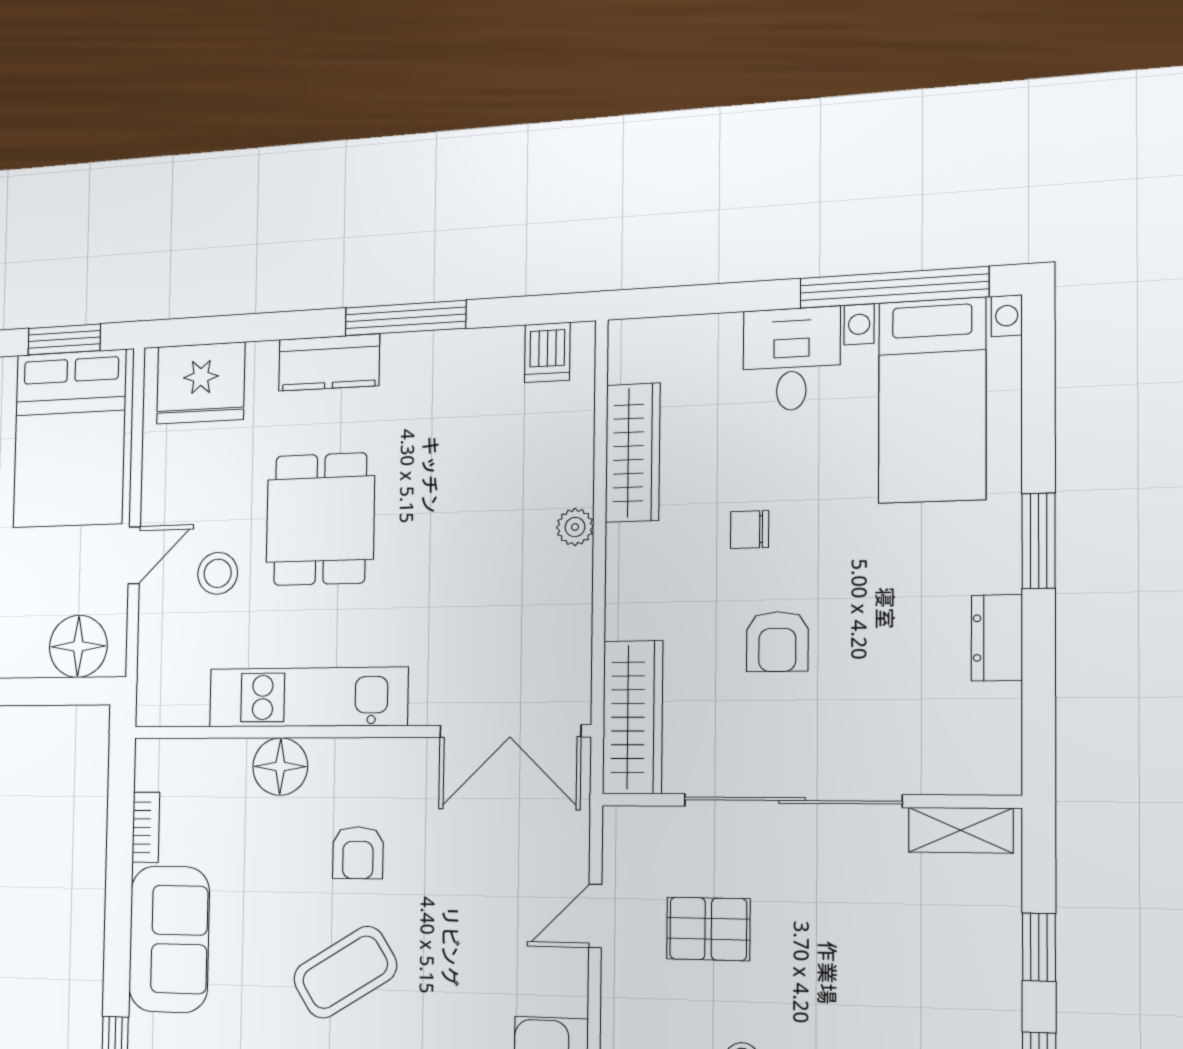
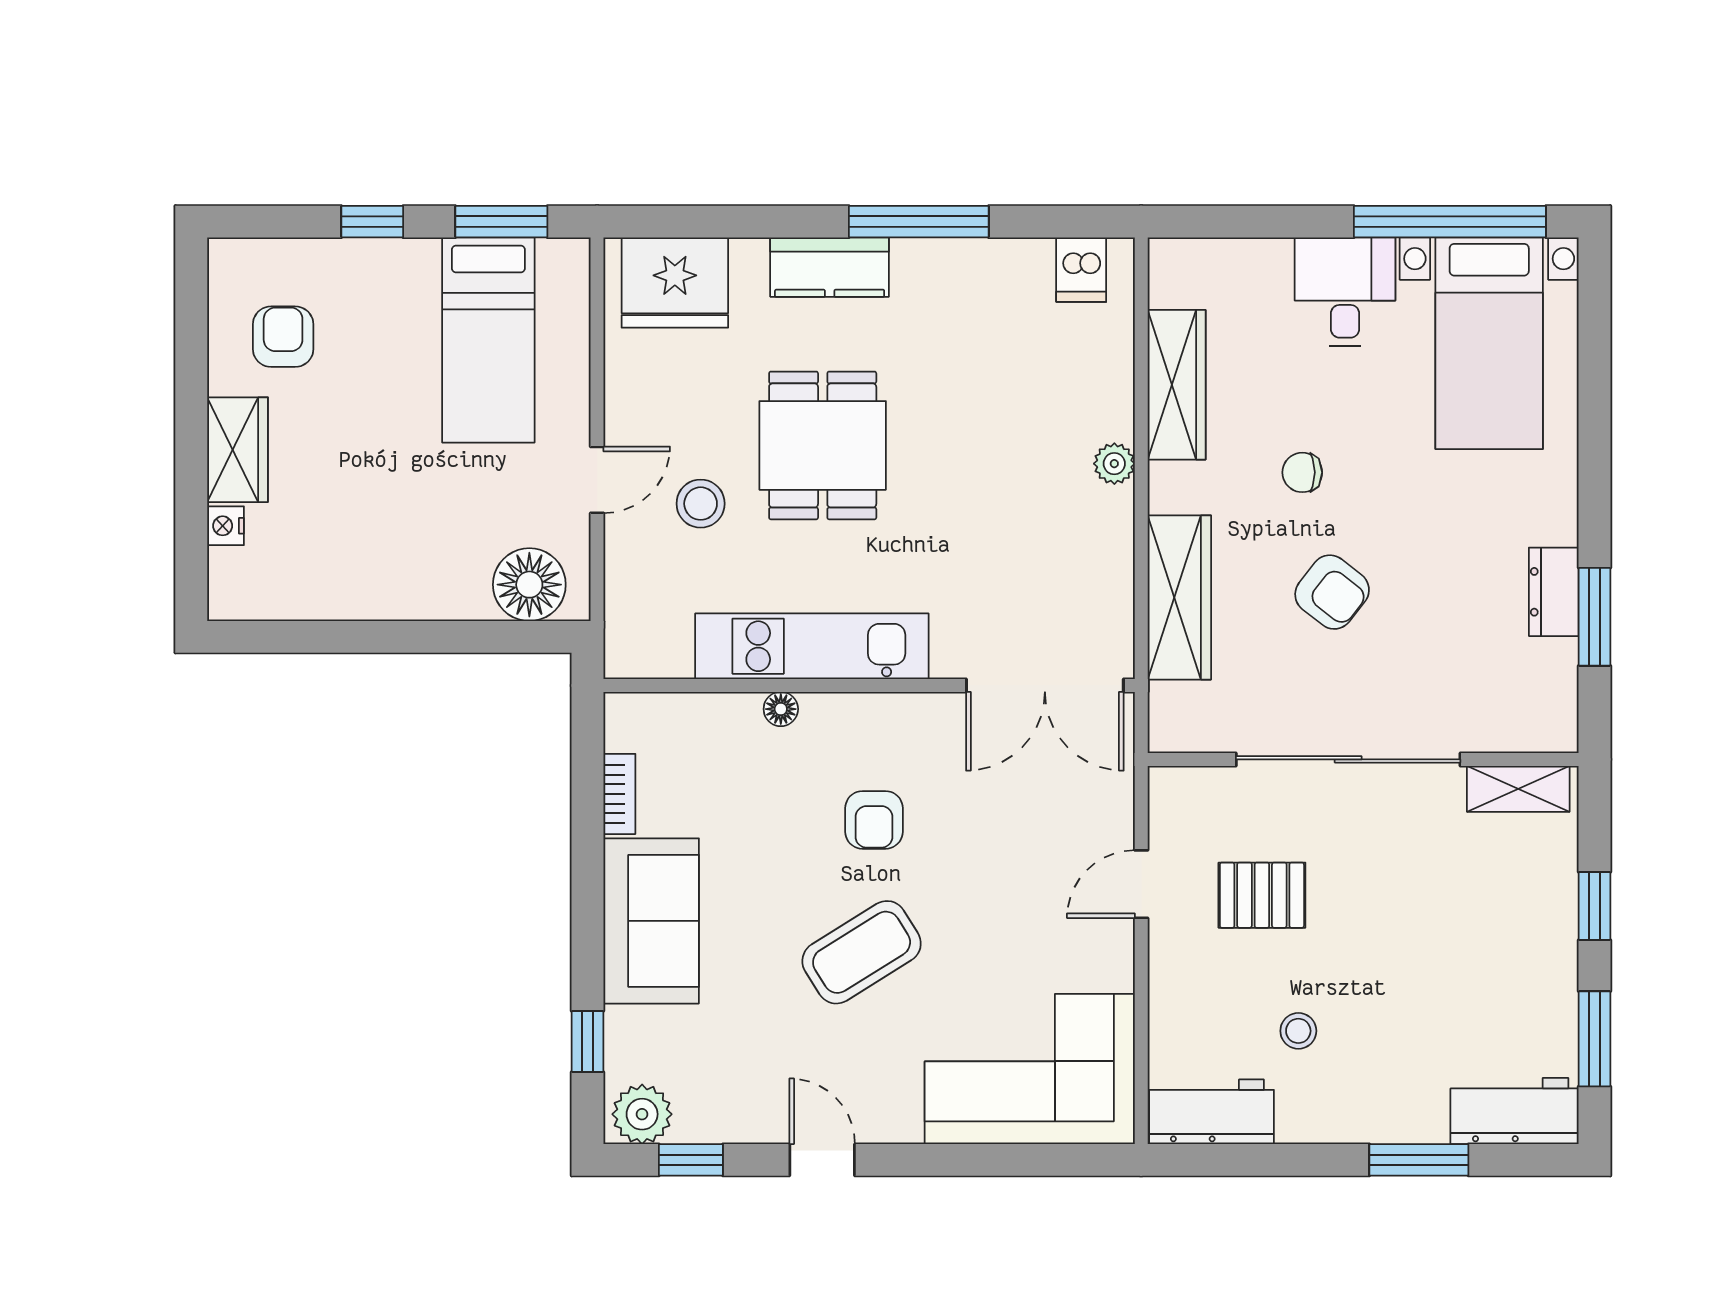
bed: (70, 439) -> (488, 340), width x0.67
window: (1039, 541) -> (1594, 617), moved
armchair: (777, 642) -> (1332, 592), turned -52
wardrobe: (633, 717) -> (1179, 597), moved
floor lamp: (280, 767) -> (781, 709), width x0.53, depth x0.53

